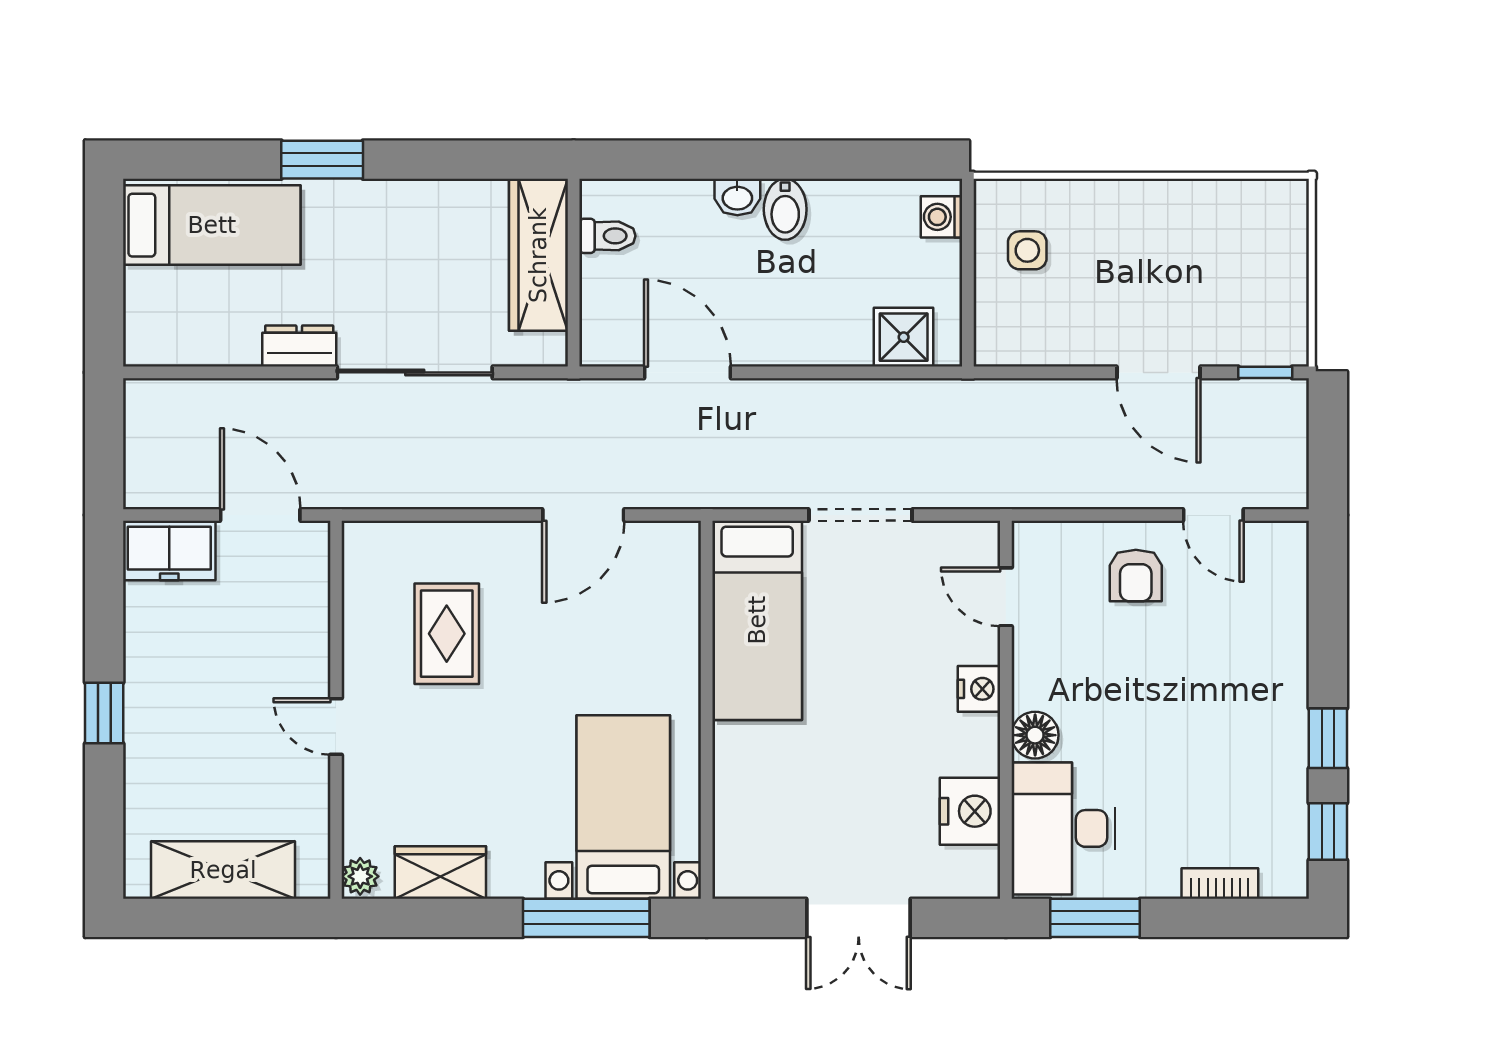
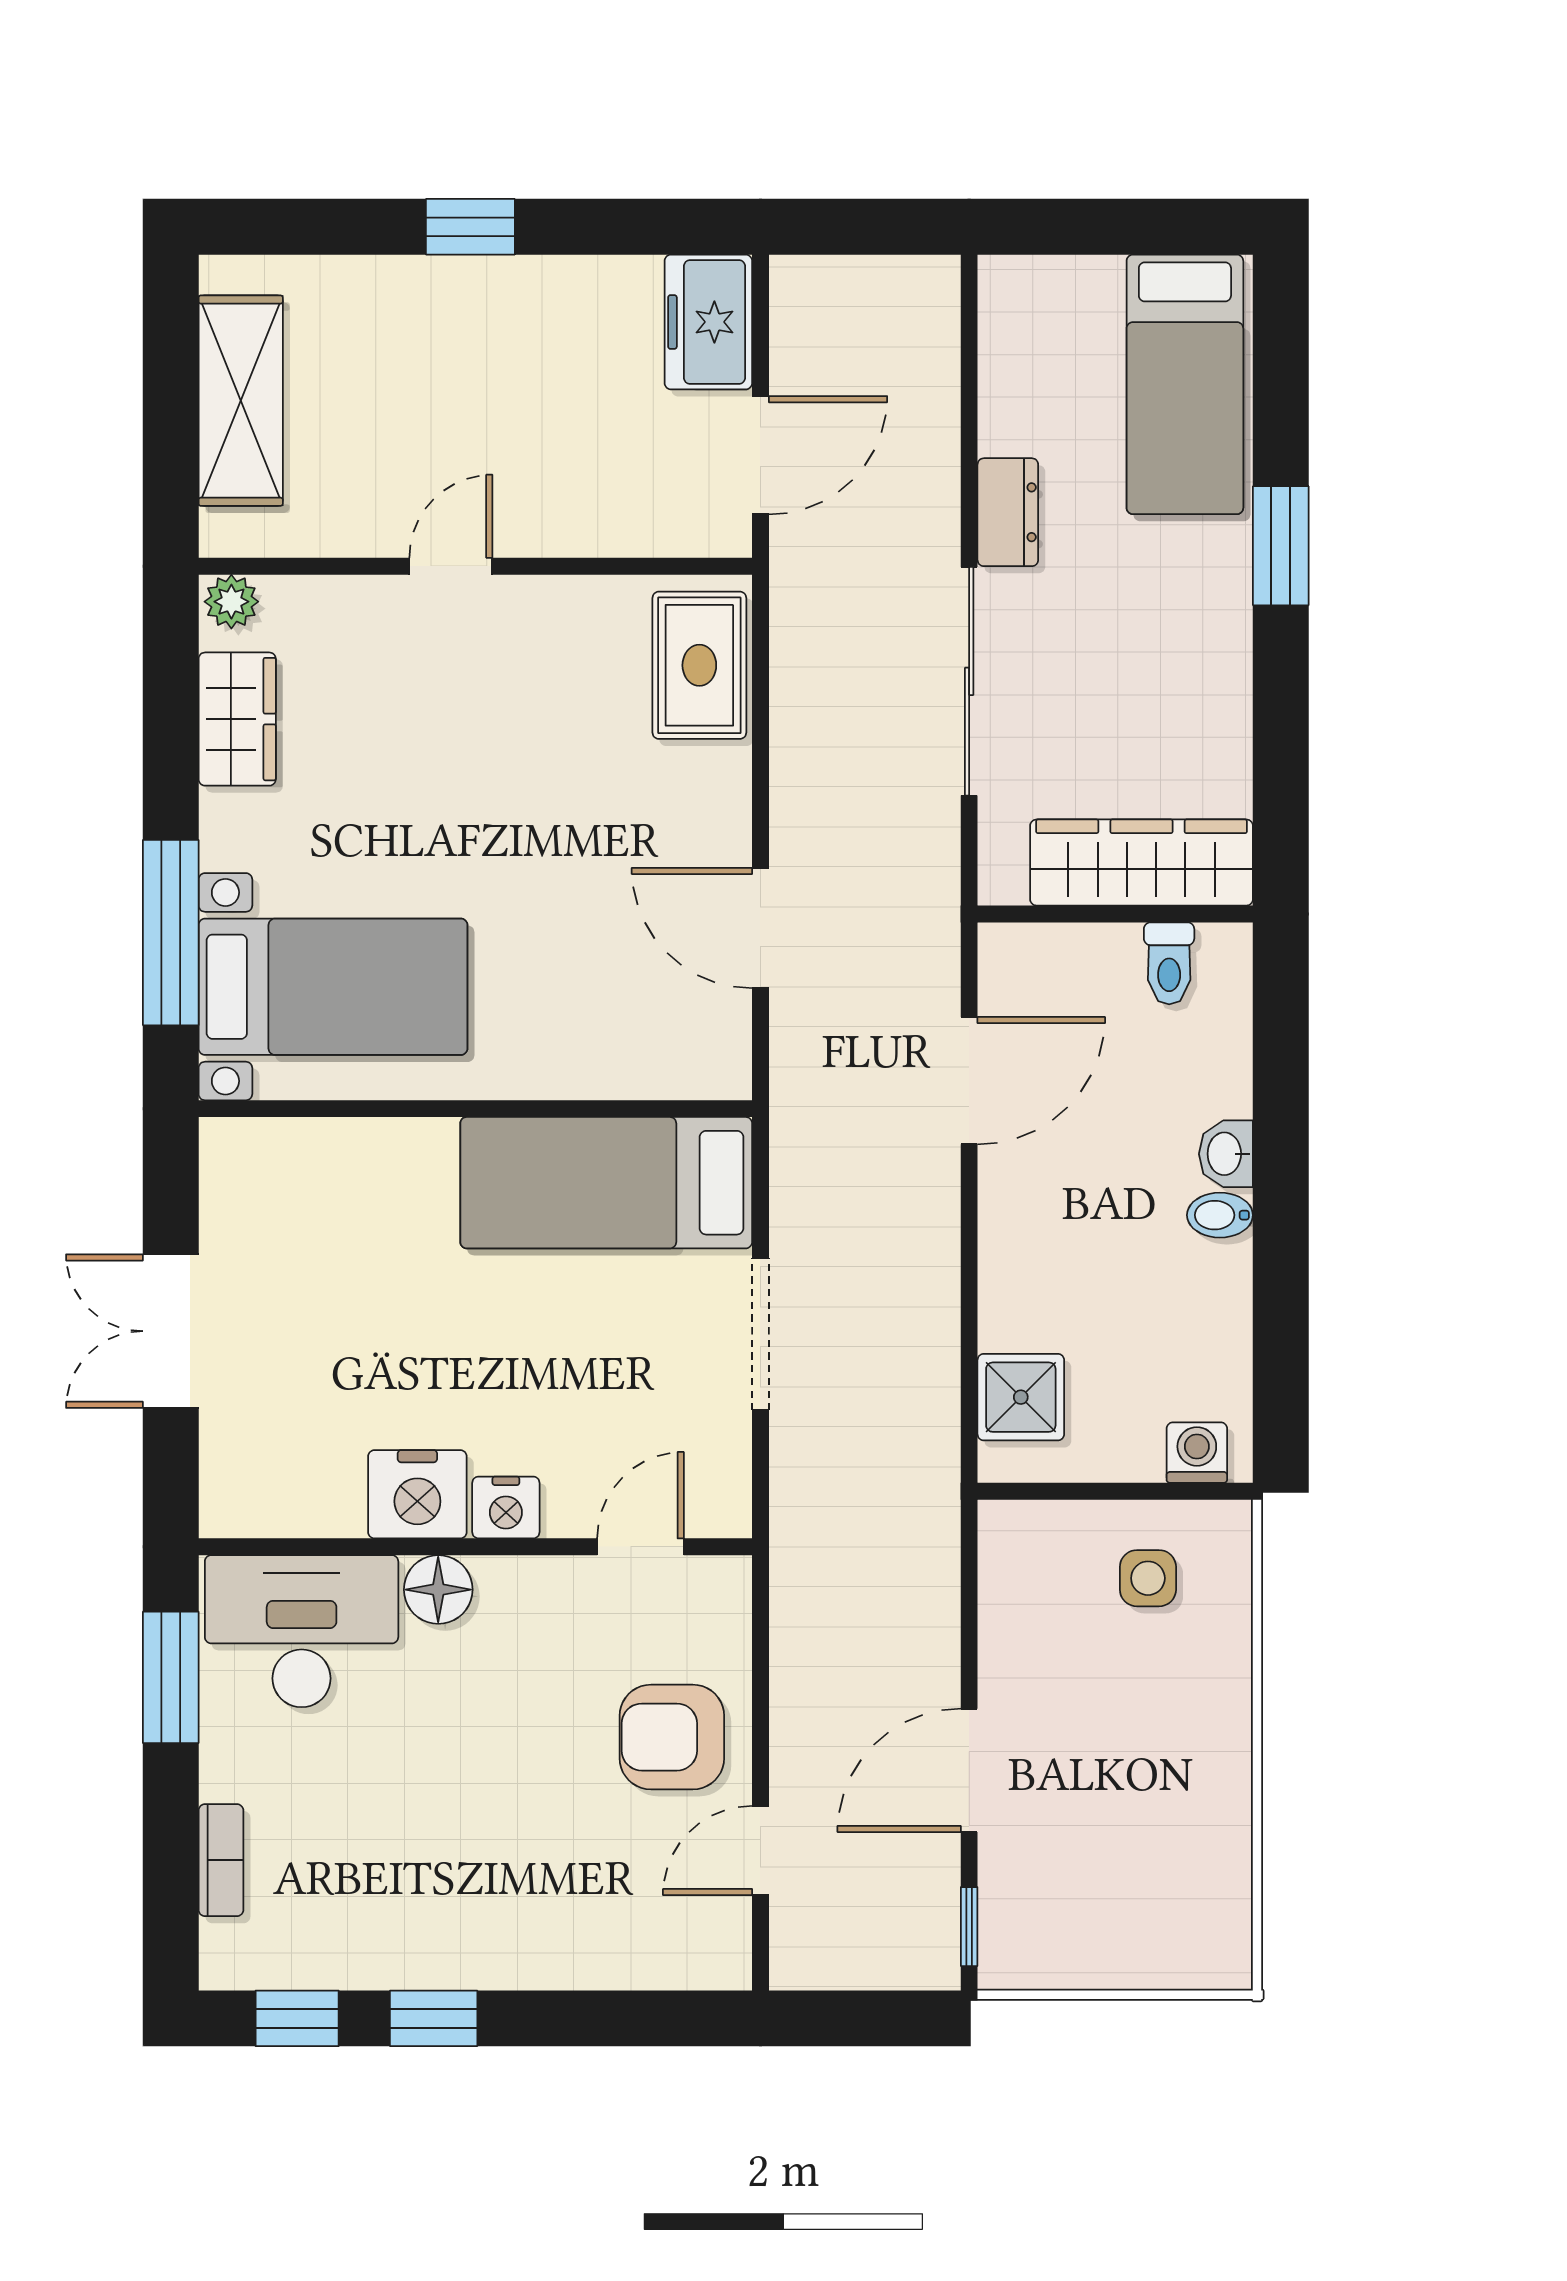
bidet: (785, 209) -> (1220, 1215), width x0.72, depth x0.74
armchair: (1136, 575) -> (672, 1737), width x1.38, depth x1.38
rug: (447, 634) -> (699, 665), moved, turned 90
nightstand: (970, 811) -> (417, 1494), moved

